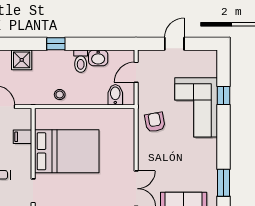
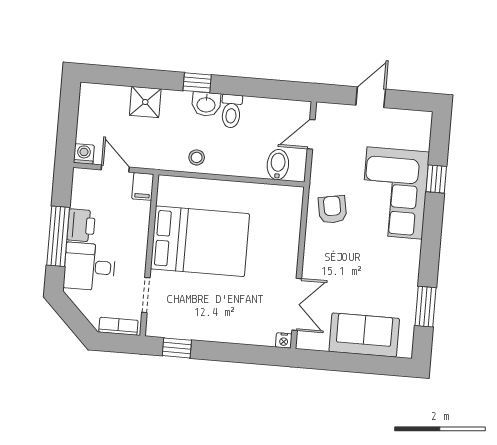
washbasin: (98, 58) -> (206, 104), moved
filing cabinet: (23, 137) -> (143, 186), moved, turned -90

